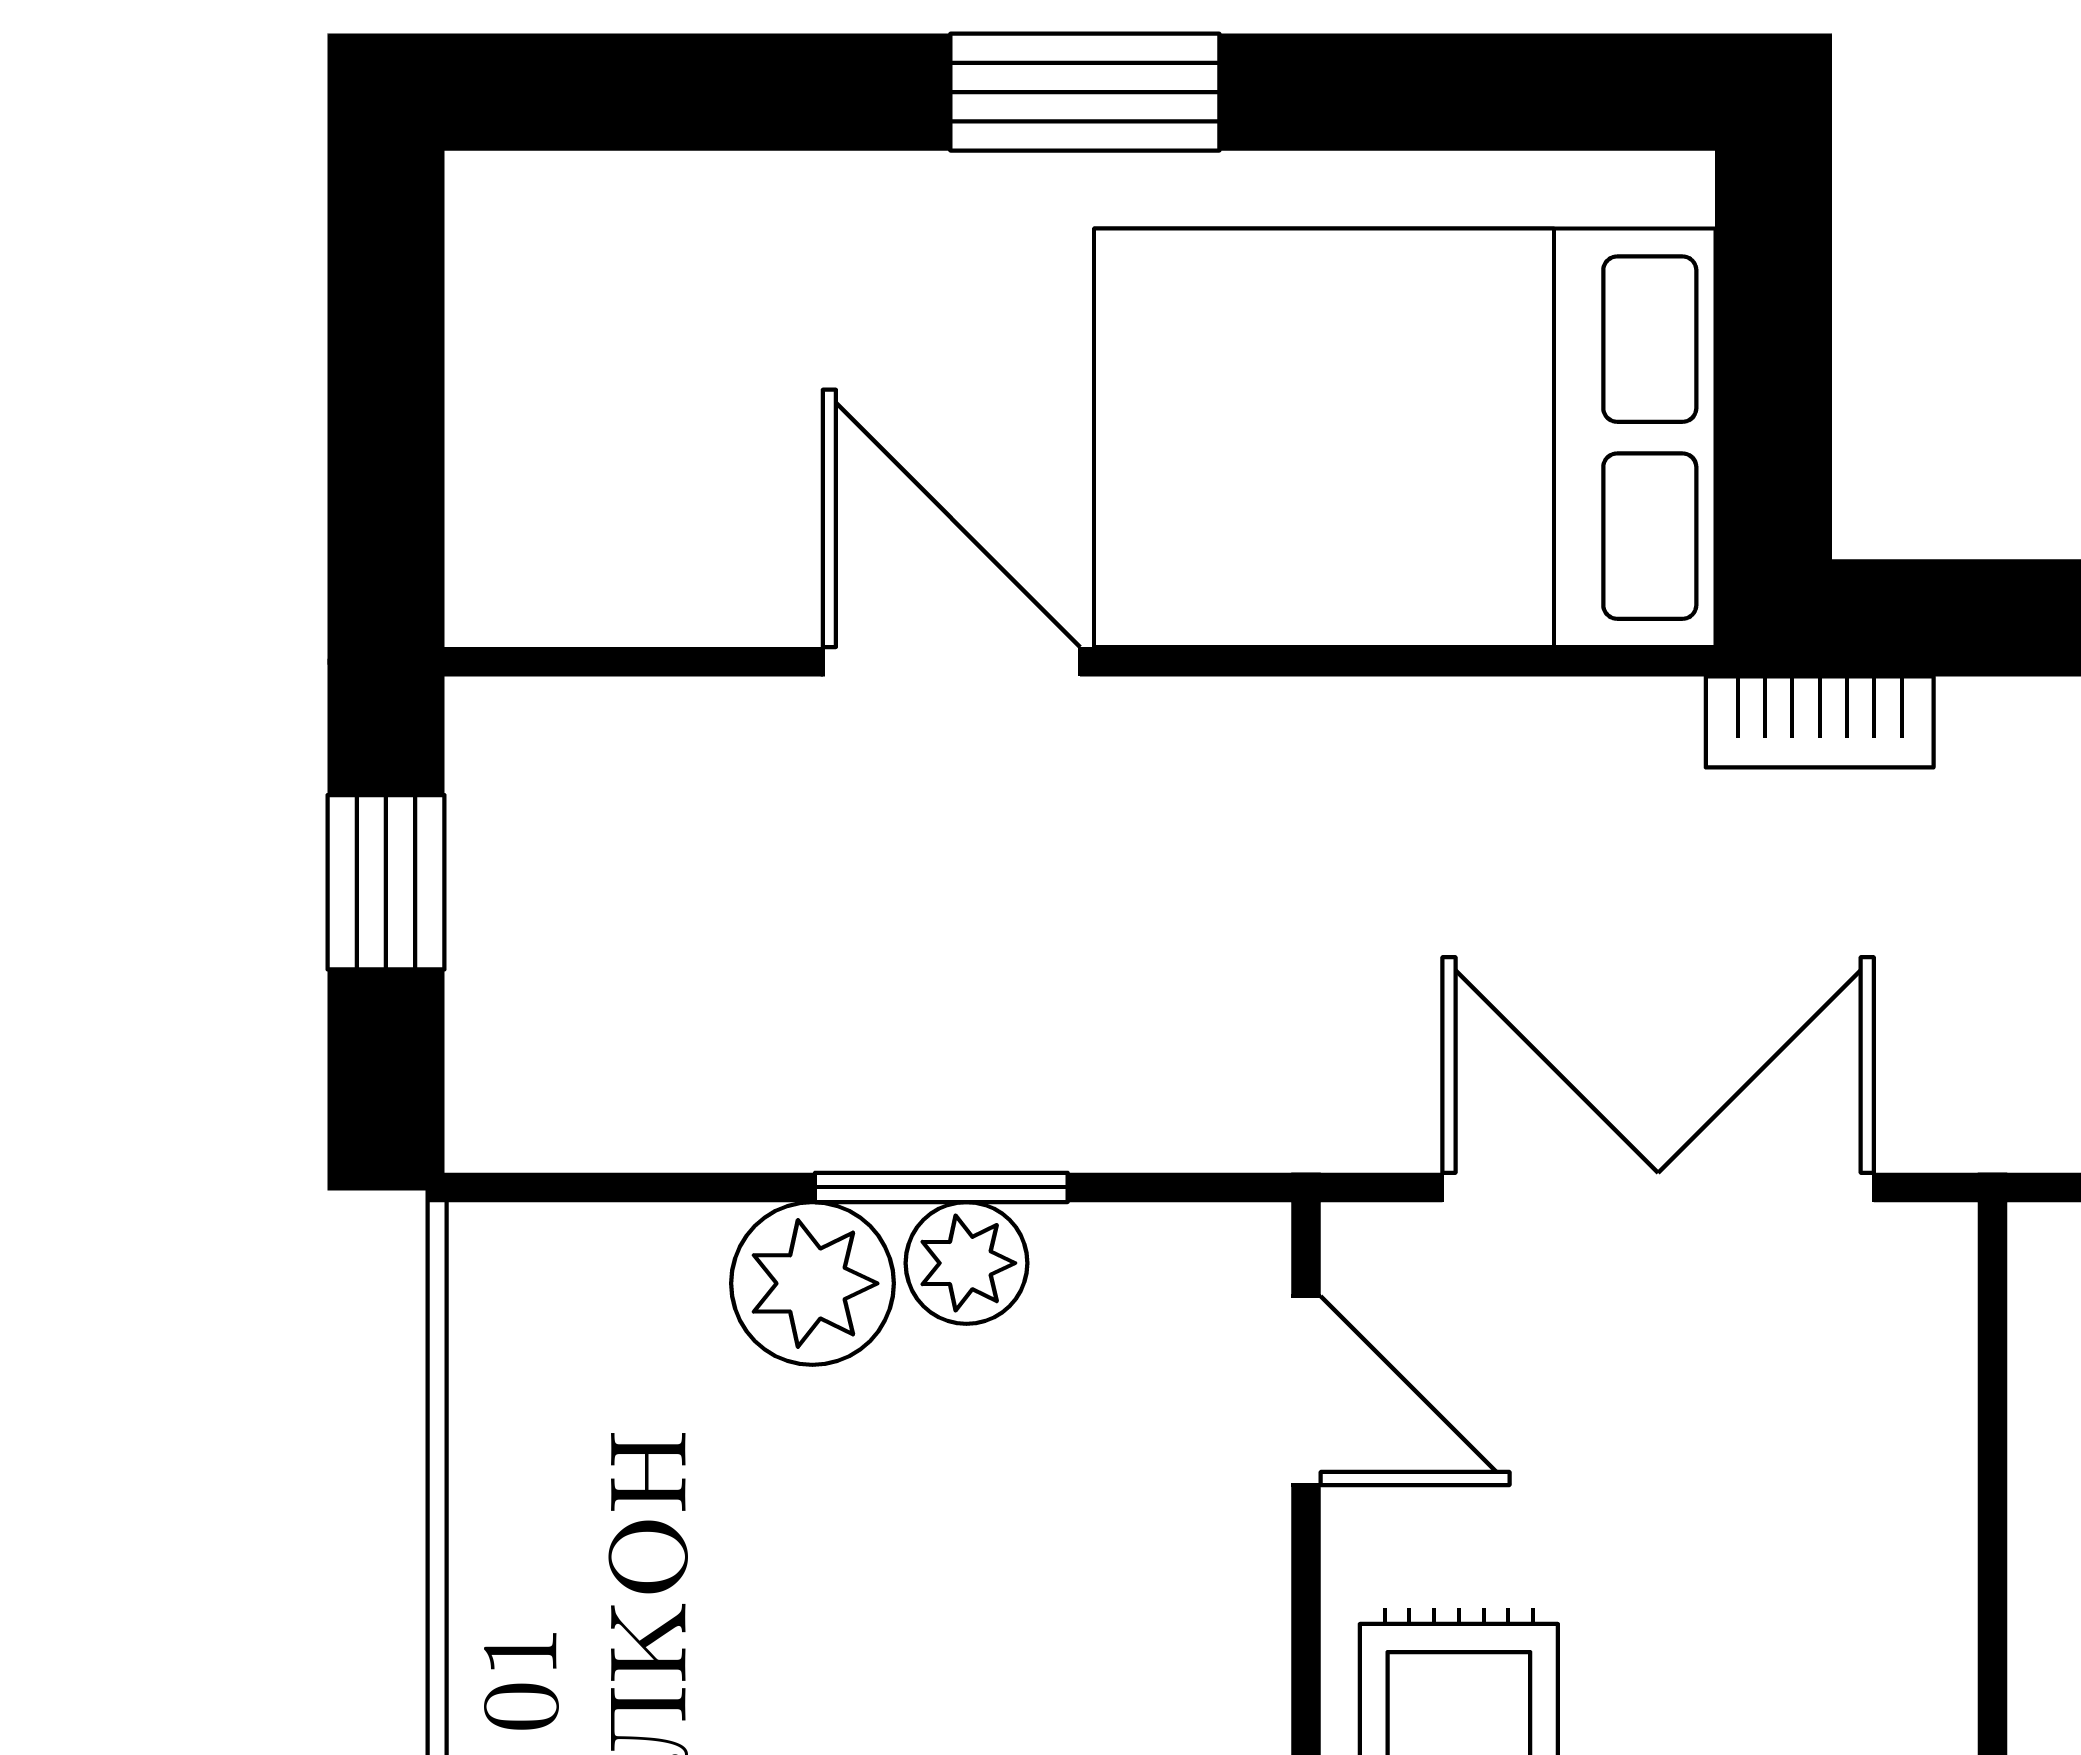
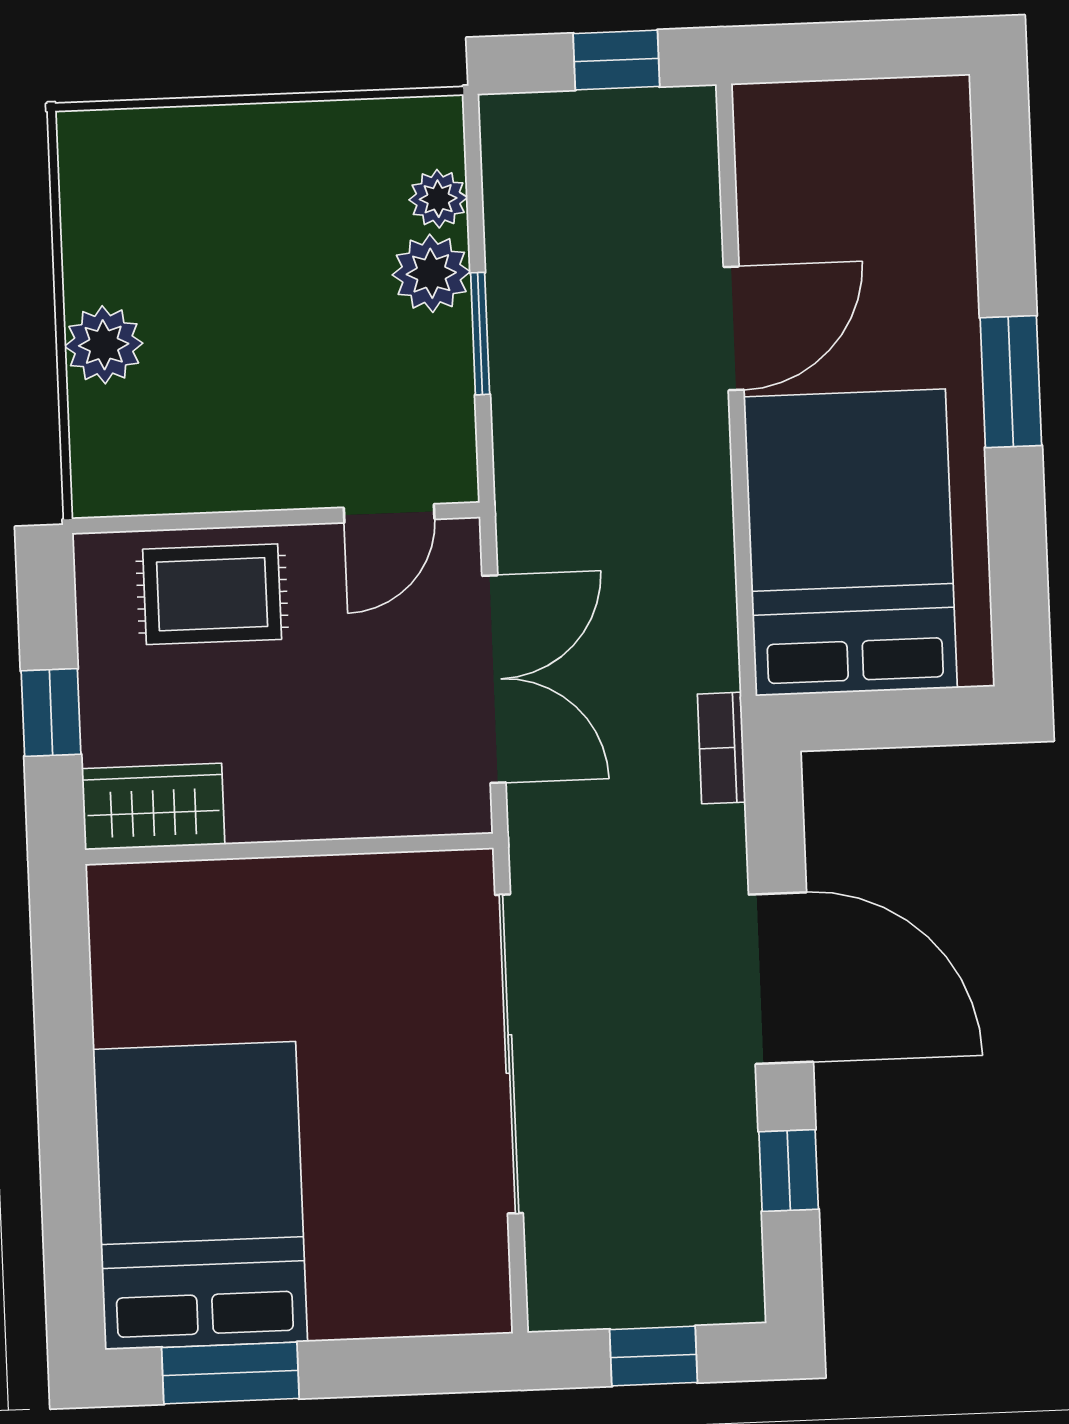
plant: (966, 1263) -> (438, 199), moved

